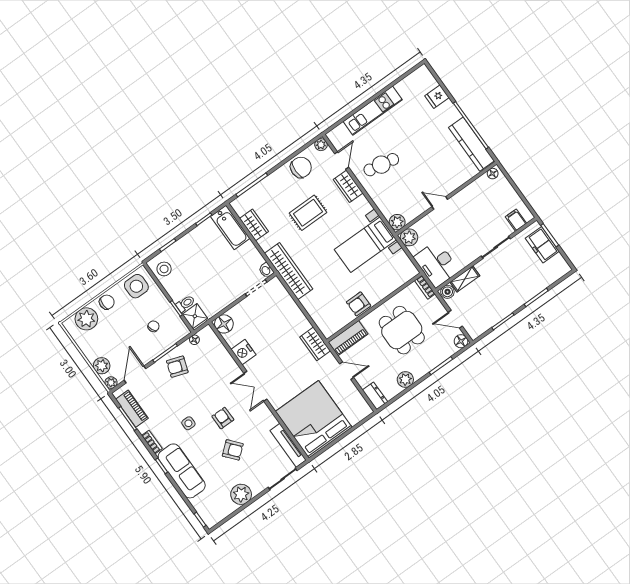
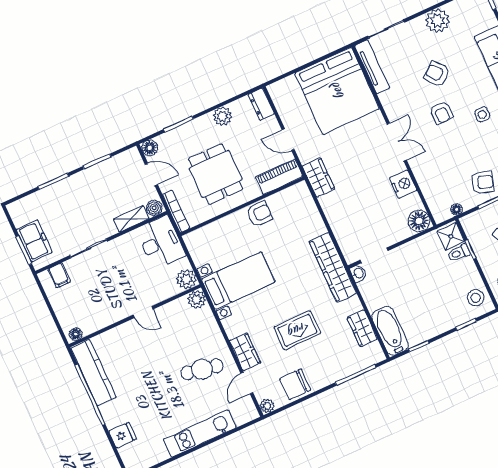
bookcase: (425, 287) -> (176, 211), width x1.56

